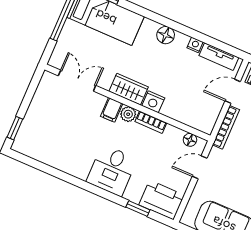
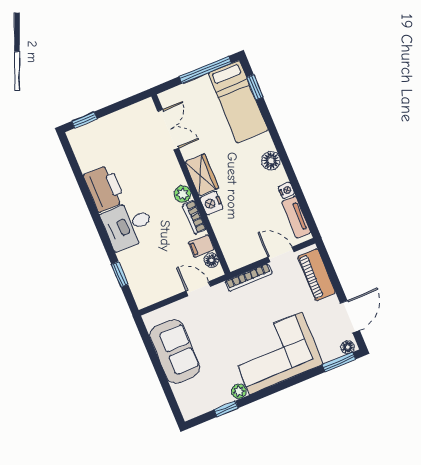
filing cabinet: (112, 110) -> (201, 246), moved
printer: (162, 200) -> (104, 188), moved

